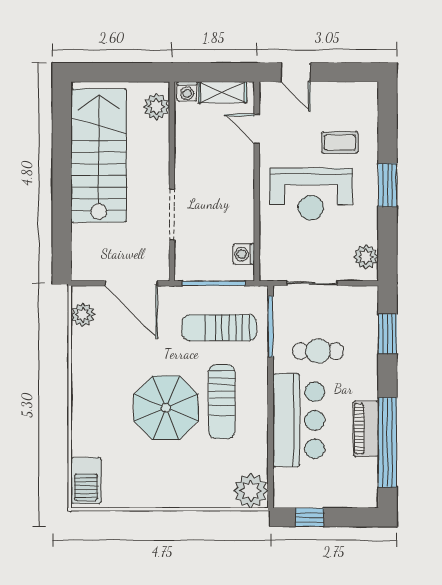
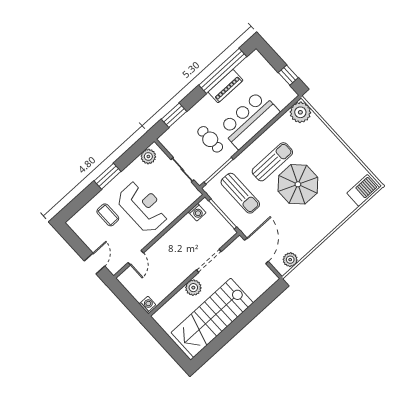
shelving: (223, 92) -> (133, 288), removed
plant: (156, 107) -> (193, 288), moved

